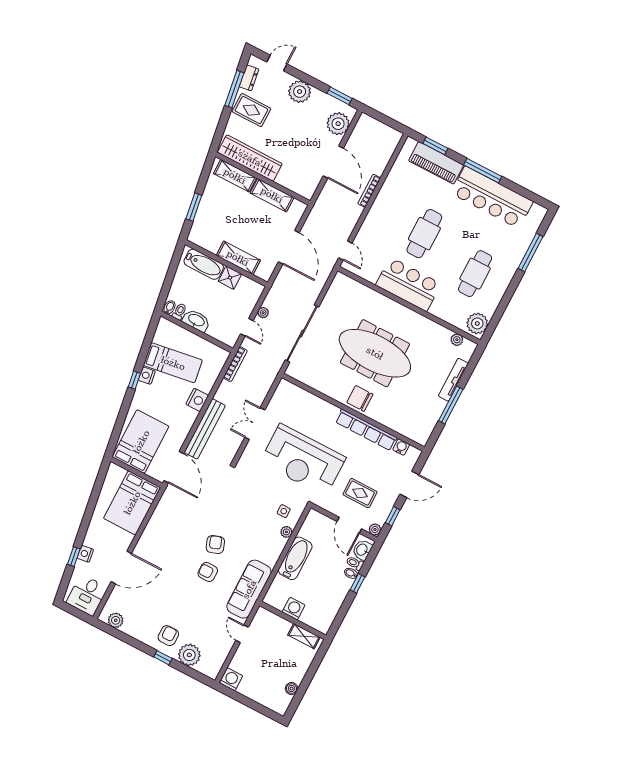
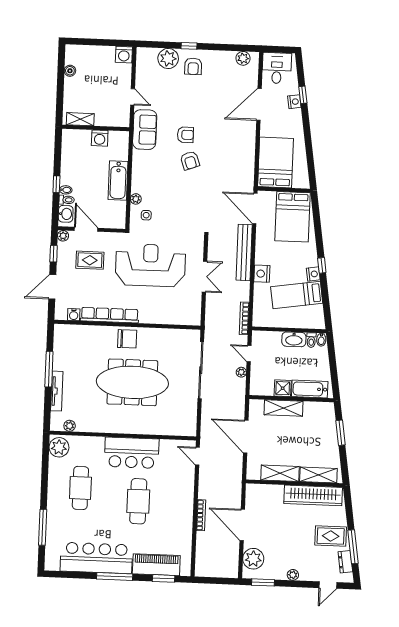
plant: (300, 92) -> (293, 575), width x0.53, depth x0.53
sofa: (249, 589) -> (145, 130), width x0.73

